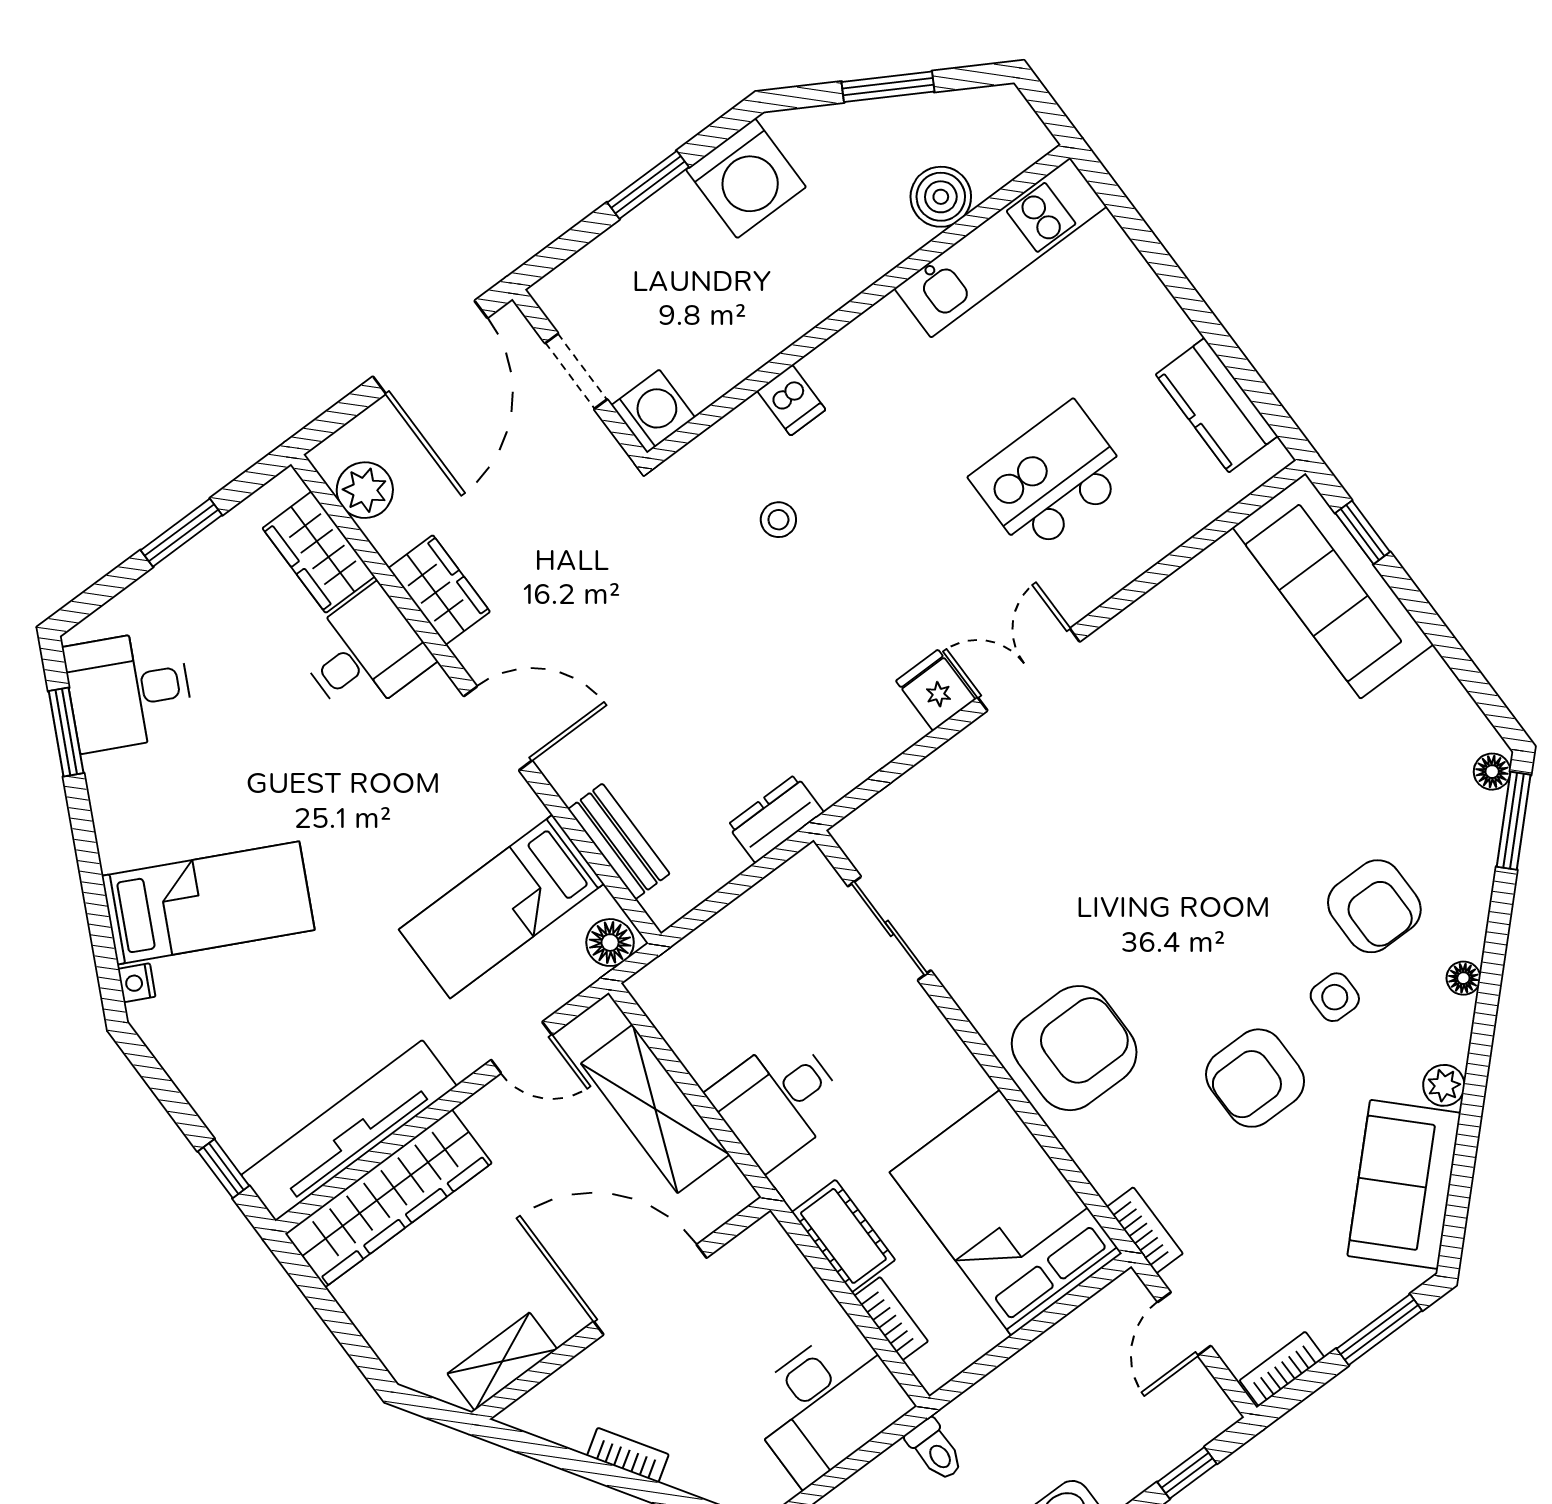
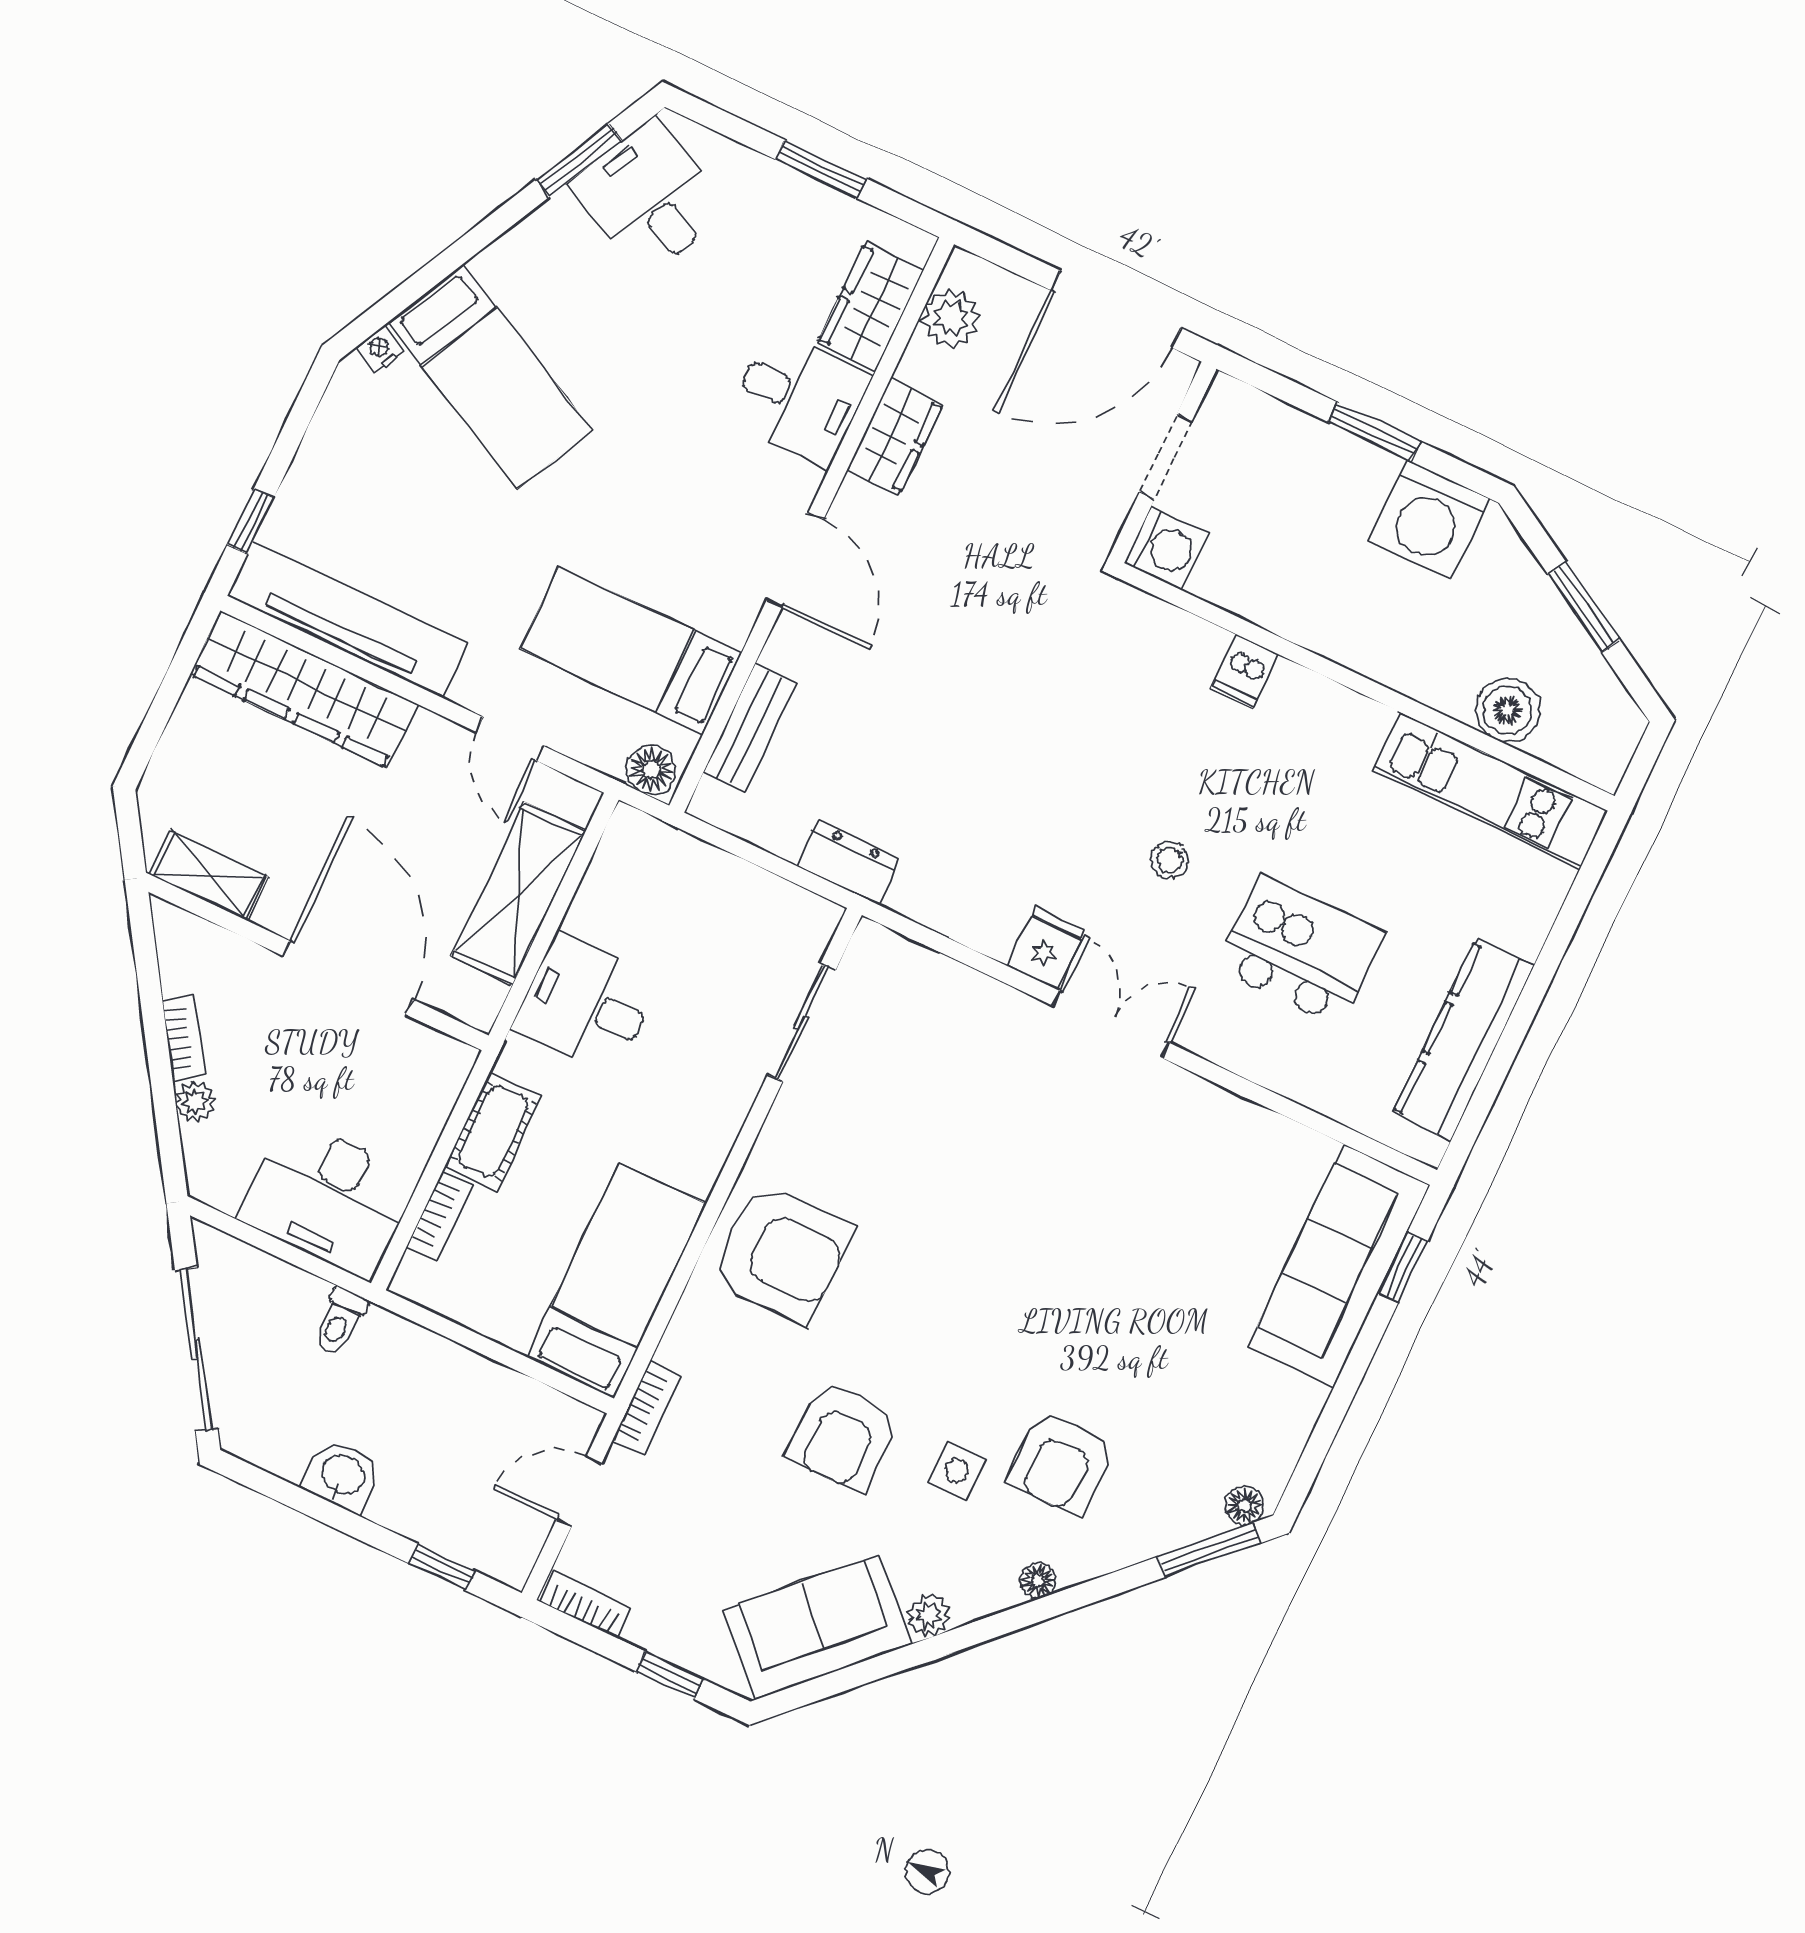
kitchen counter: (1217, 405) -> (1463, 1040), width x1.50
stool: (778, 520) -> (1169, 860), moved
armchair: (1255, 1078) -> (843, 1436), turned -90
bed: (1006, 1213) -> (616, 1281), width x0.67
window: (1379, 1330) -> (670, 1675), width x0.67
plant: (687, 1473) -> (195, 1102), added

